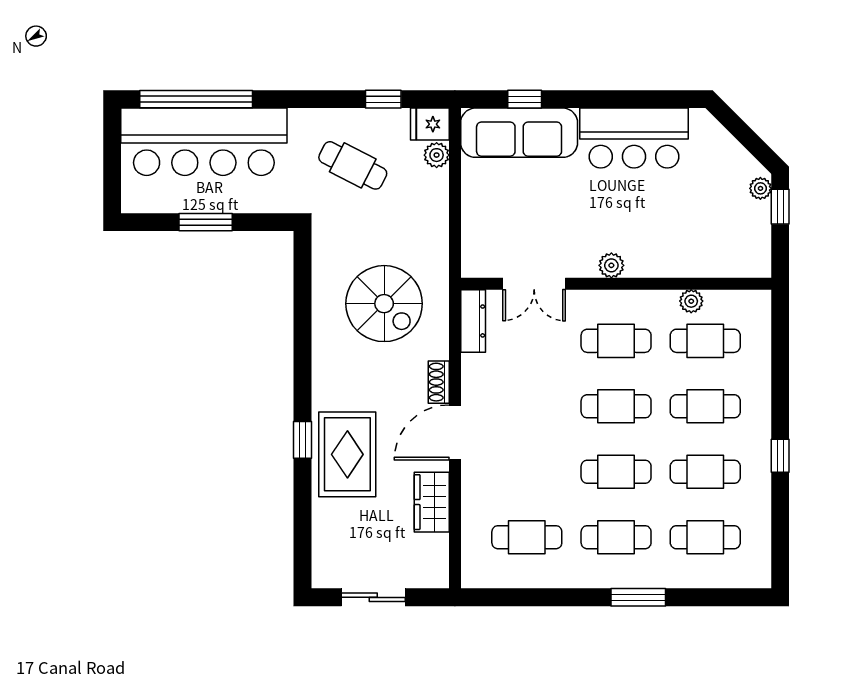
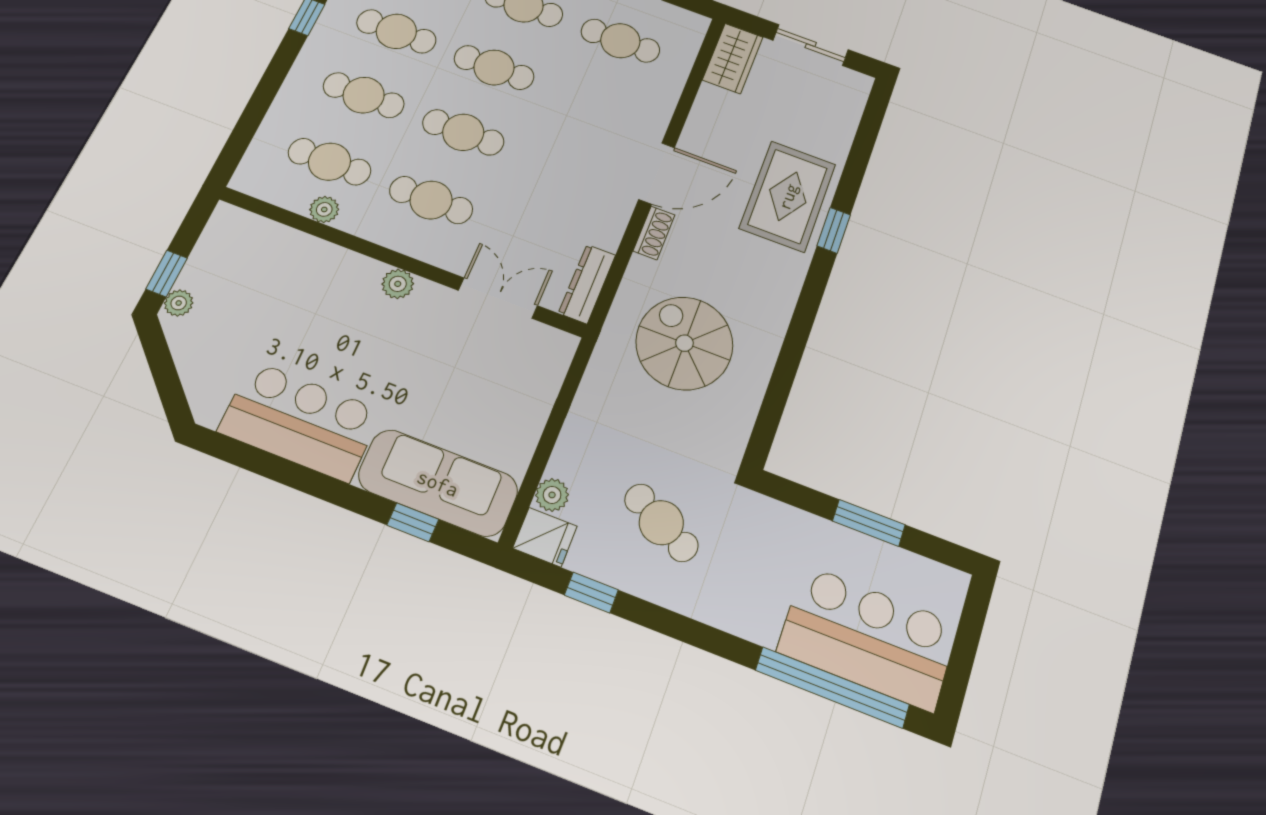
bar counter: (204, 142) -> (868, 638), width x0.73
wardrobe: (432, 502) -> (733, 58), moved

